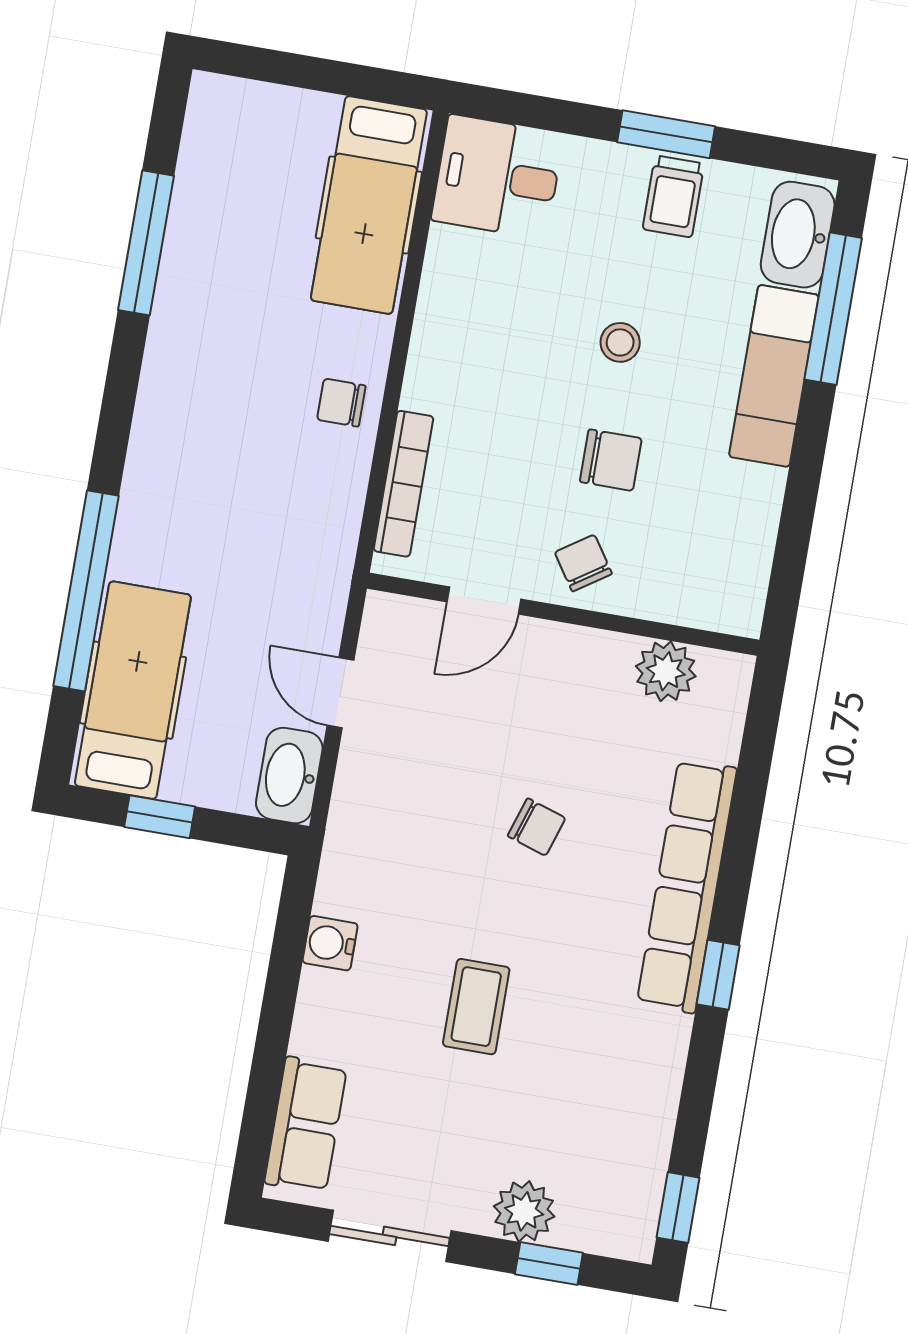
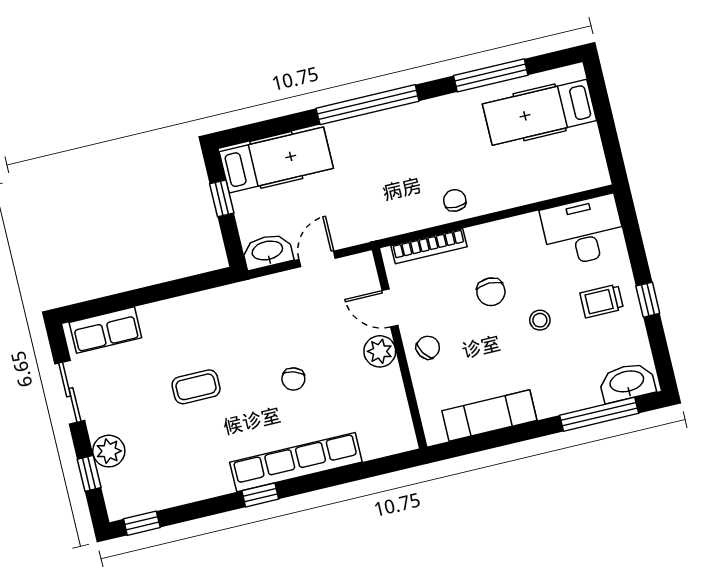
window: (666, 134) -> (648, 300), width x0.67
desk: (498, 177) -> (583, 231), width x1.37
trolley: (673, 196) -> (602, 301), moved
hospital bed: (369, 205) -> (539, 112), moved
exam couch: (774, 376) -> (489, 416), moved
chair: (611, 460) -> (491, 292), moved
window: (86, 591) -> (368, 105), moved
plant: (666, 671) -> (380, 351), moved
water cooler: (330, 943) -> (196, 305), removed

